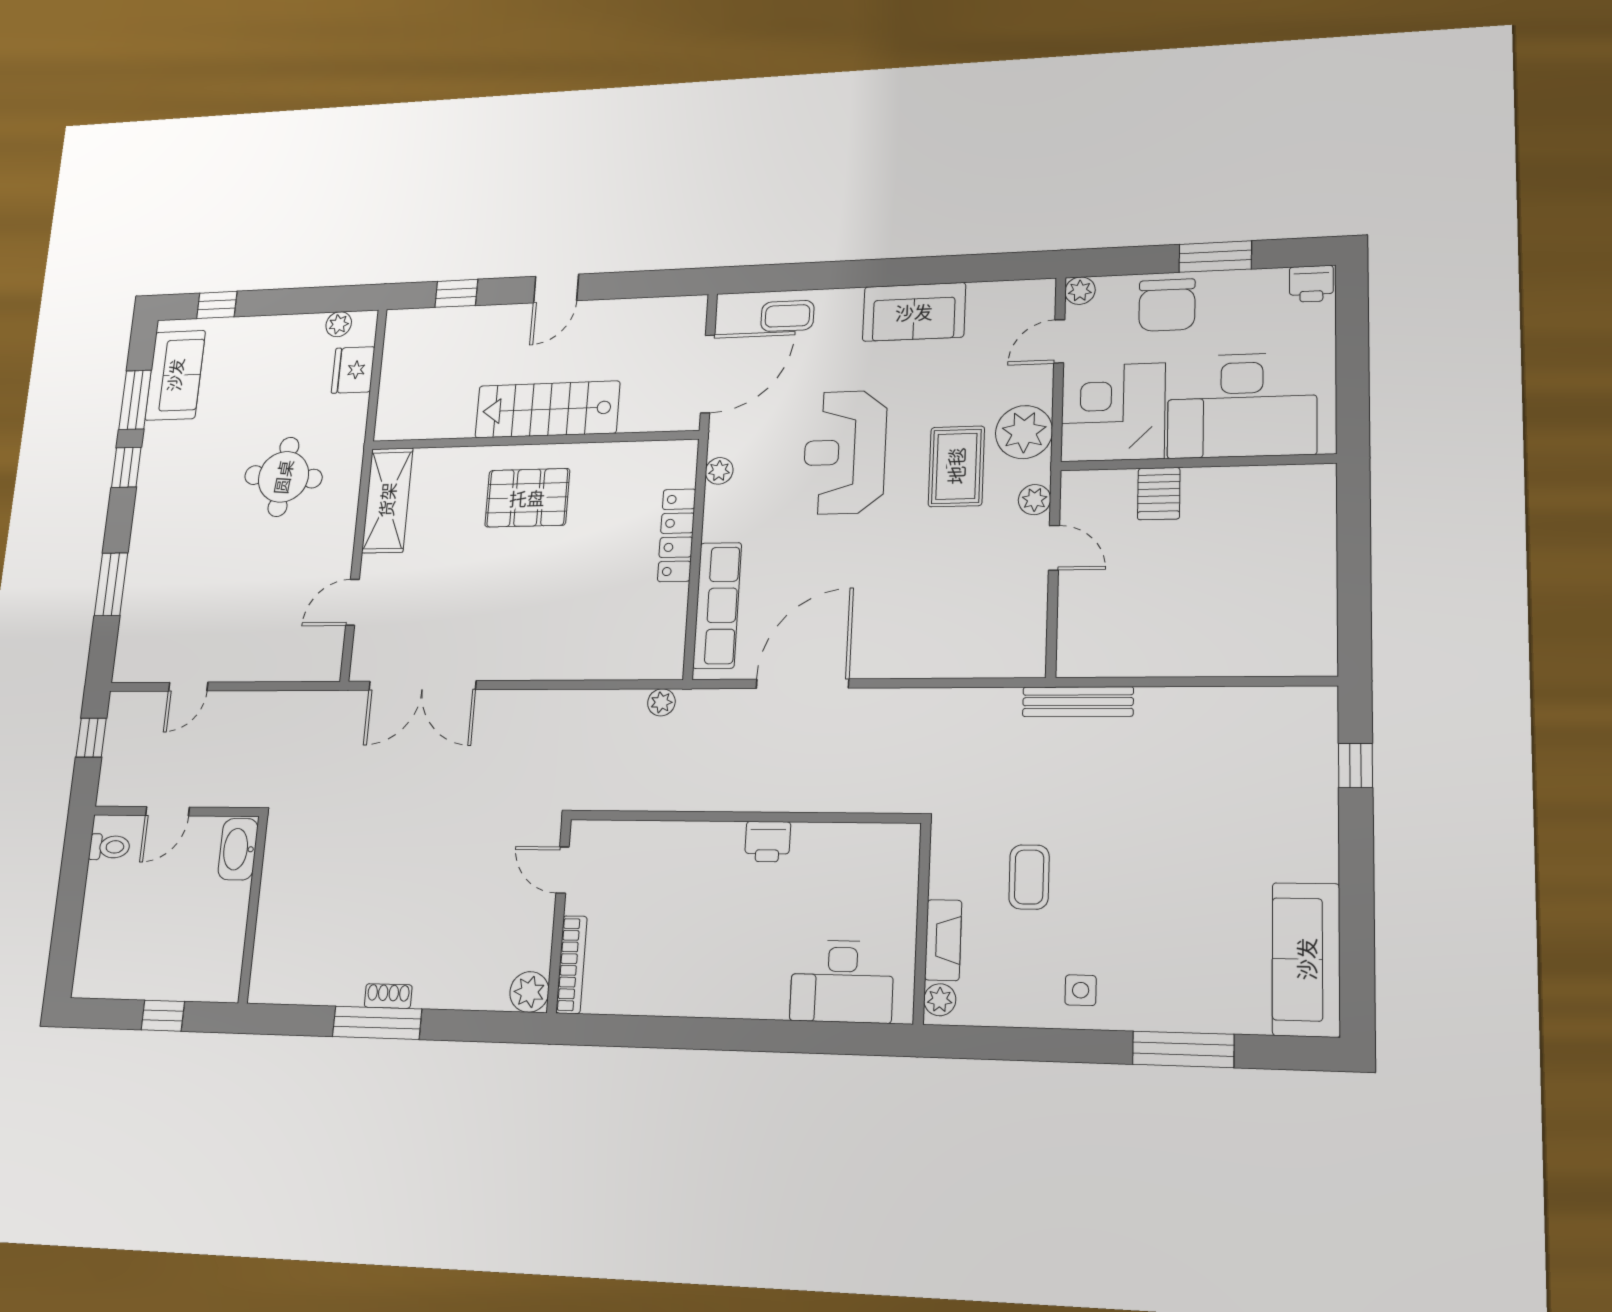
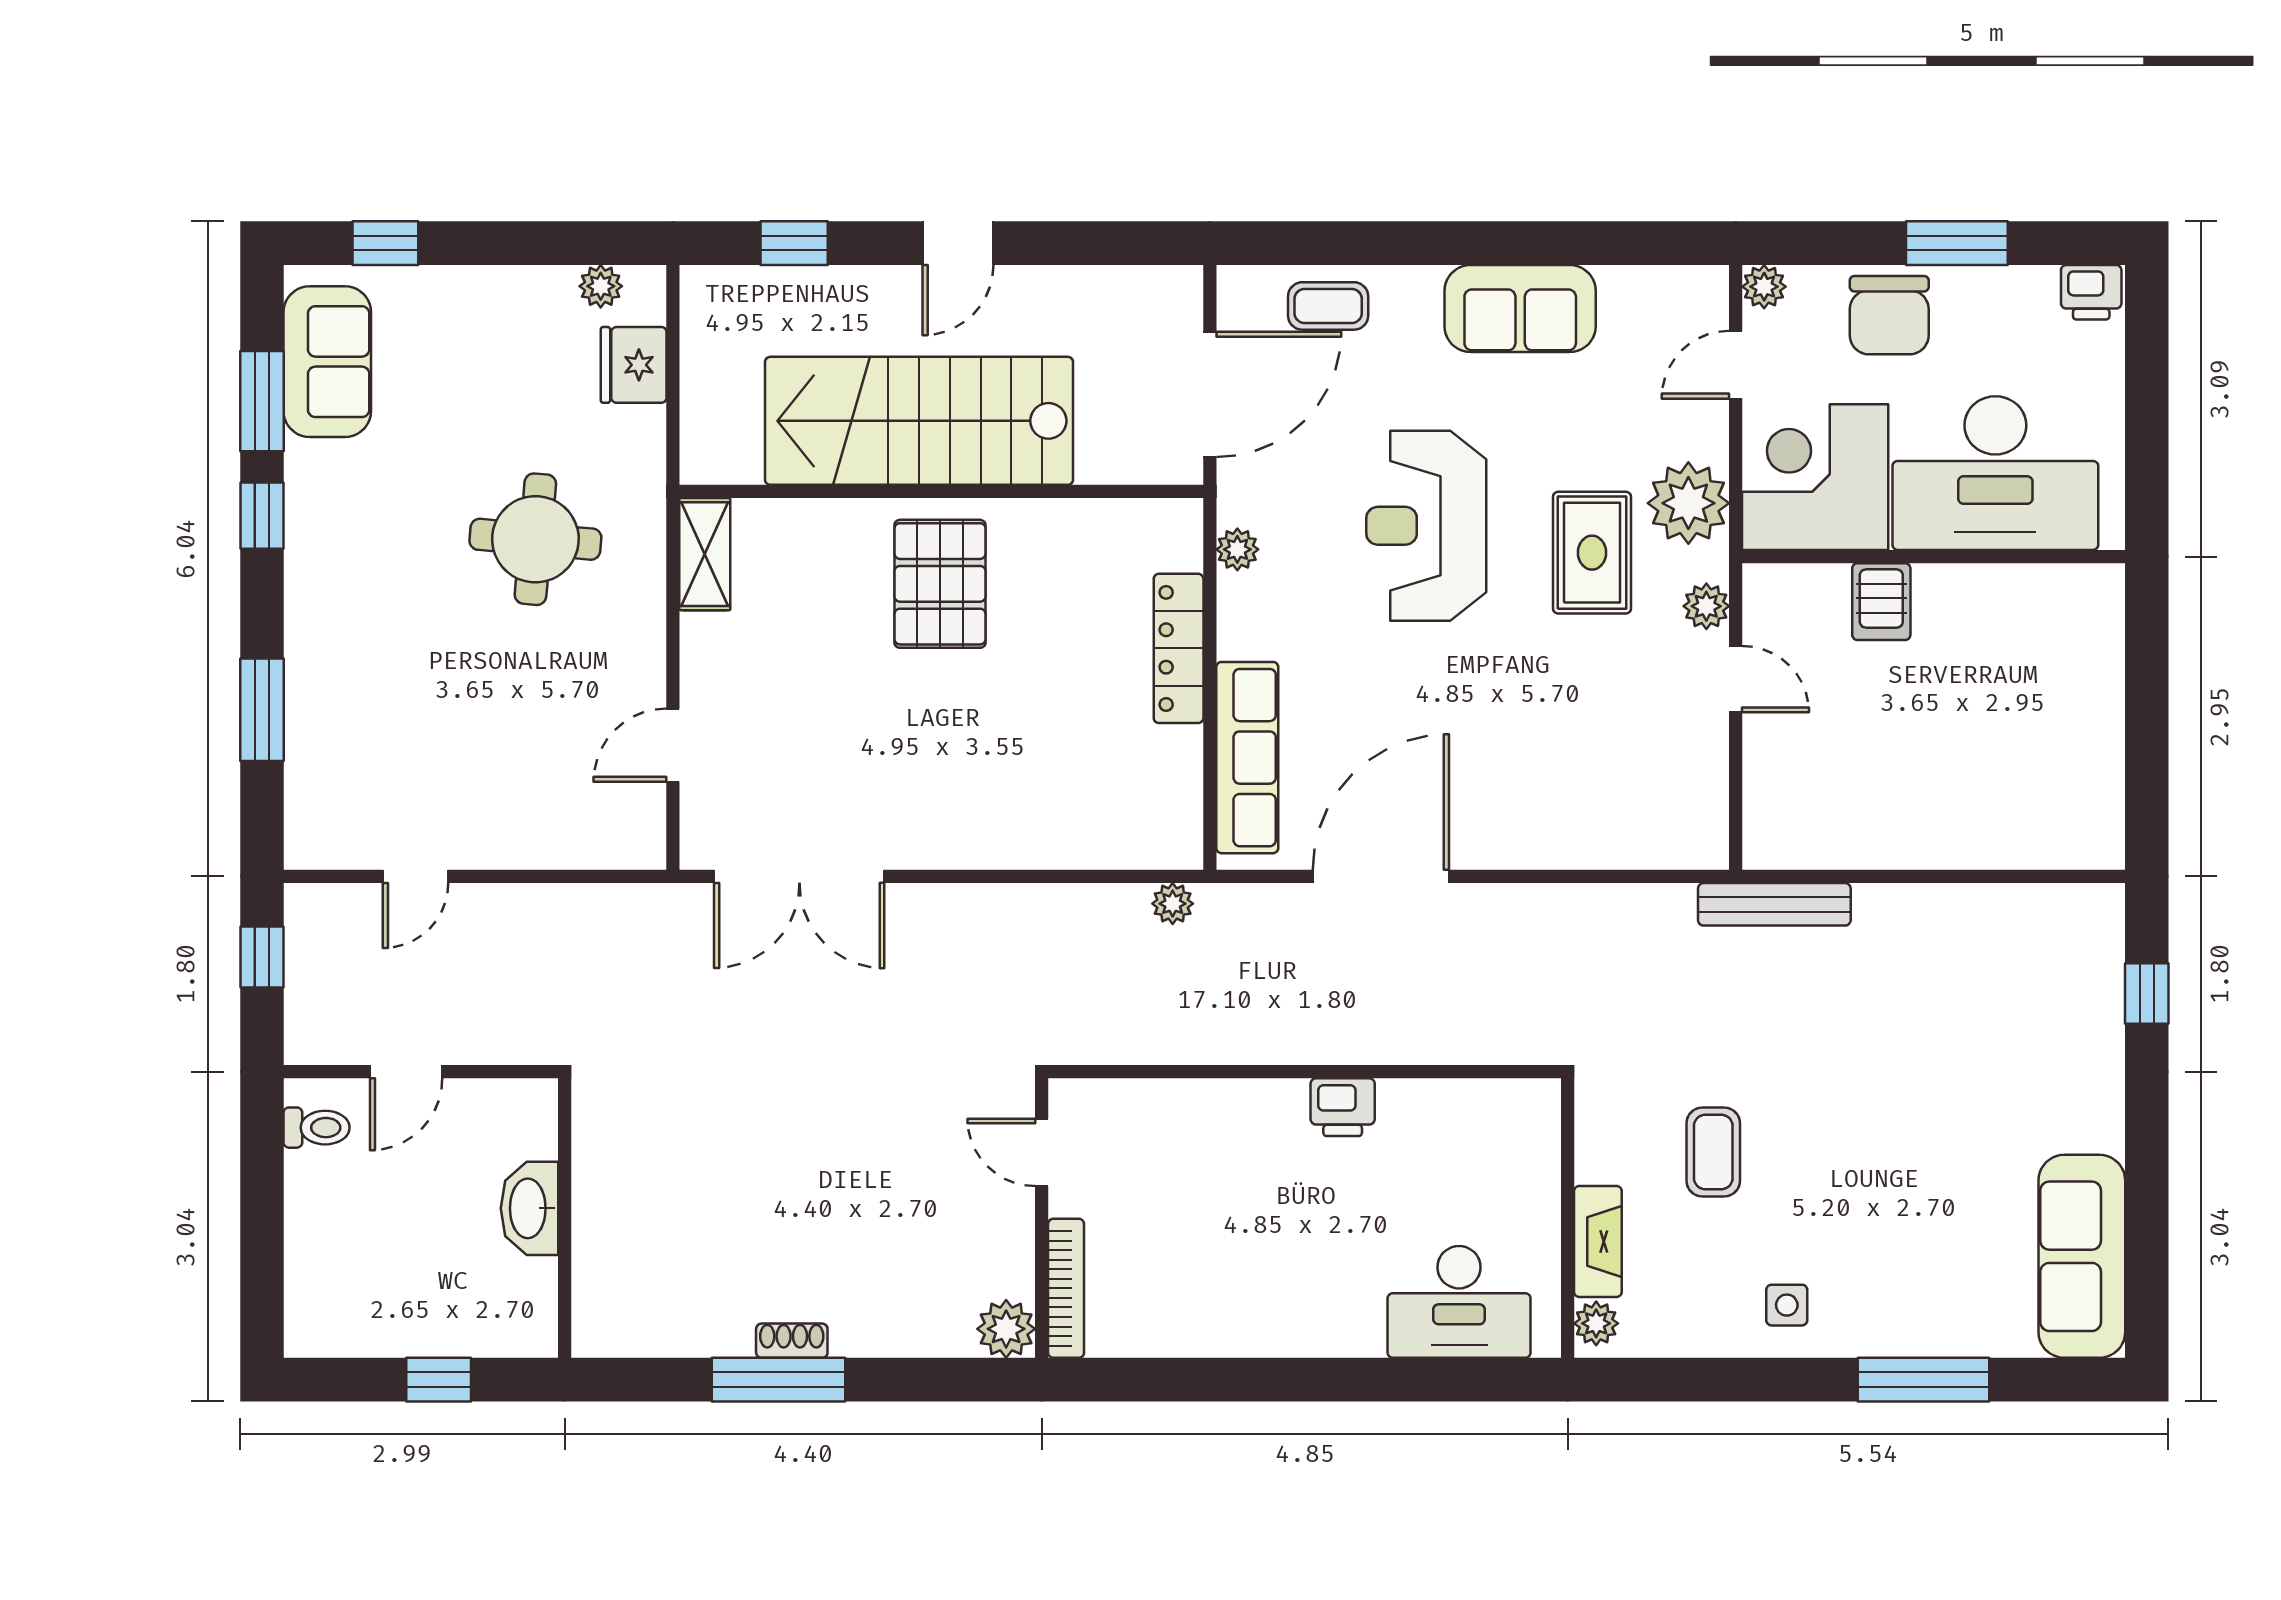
stairs: (547, 409) -> (919, 421), width x1.36, depth x1.51
pallet: (527, 498) -> (940, 584), turned 90
shelving: (387, 500) -> (705, 554), width x0.67, depth x0.75
washbasin: (238, 849) -> (529, 1208), moved

